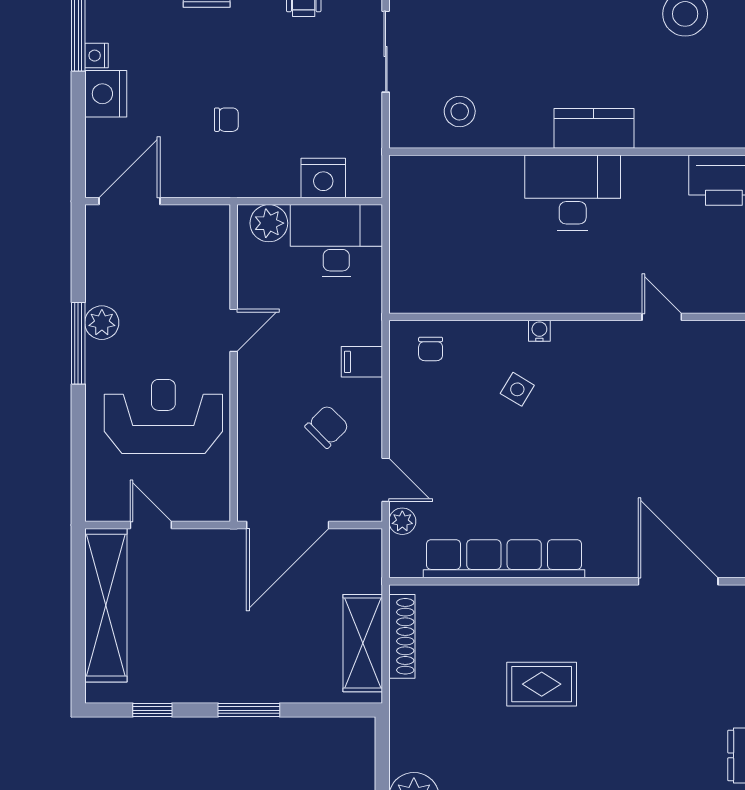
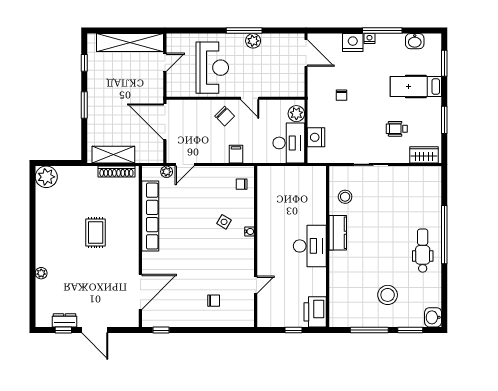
kitchen counter: (594, 128) -> (338, 233), moved
chair: (698, 413) -> (214, 301), added
chair: (327, 427) -> (225, 116), moved

